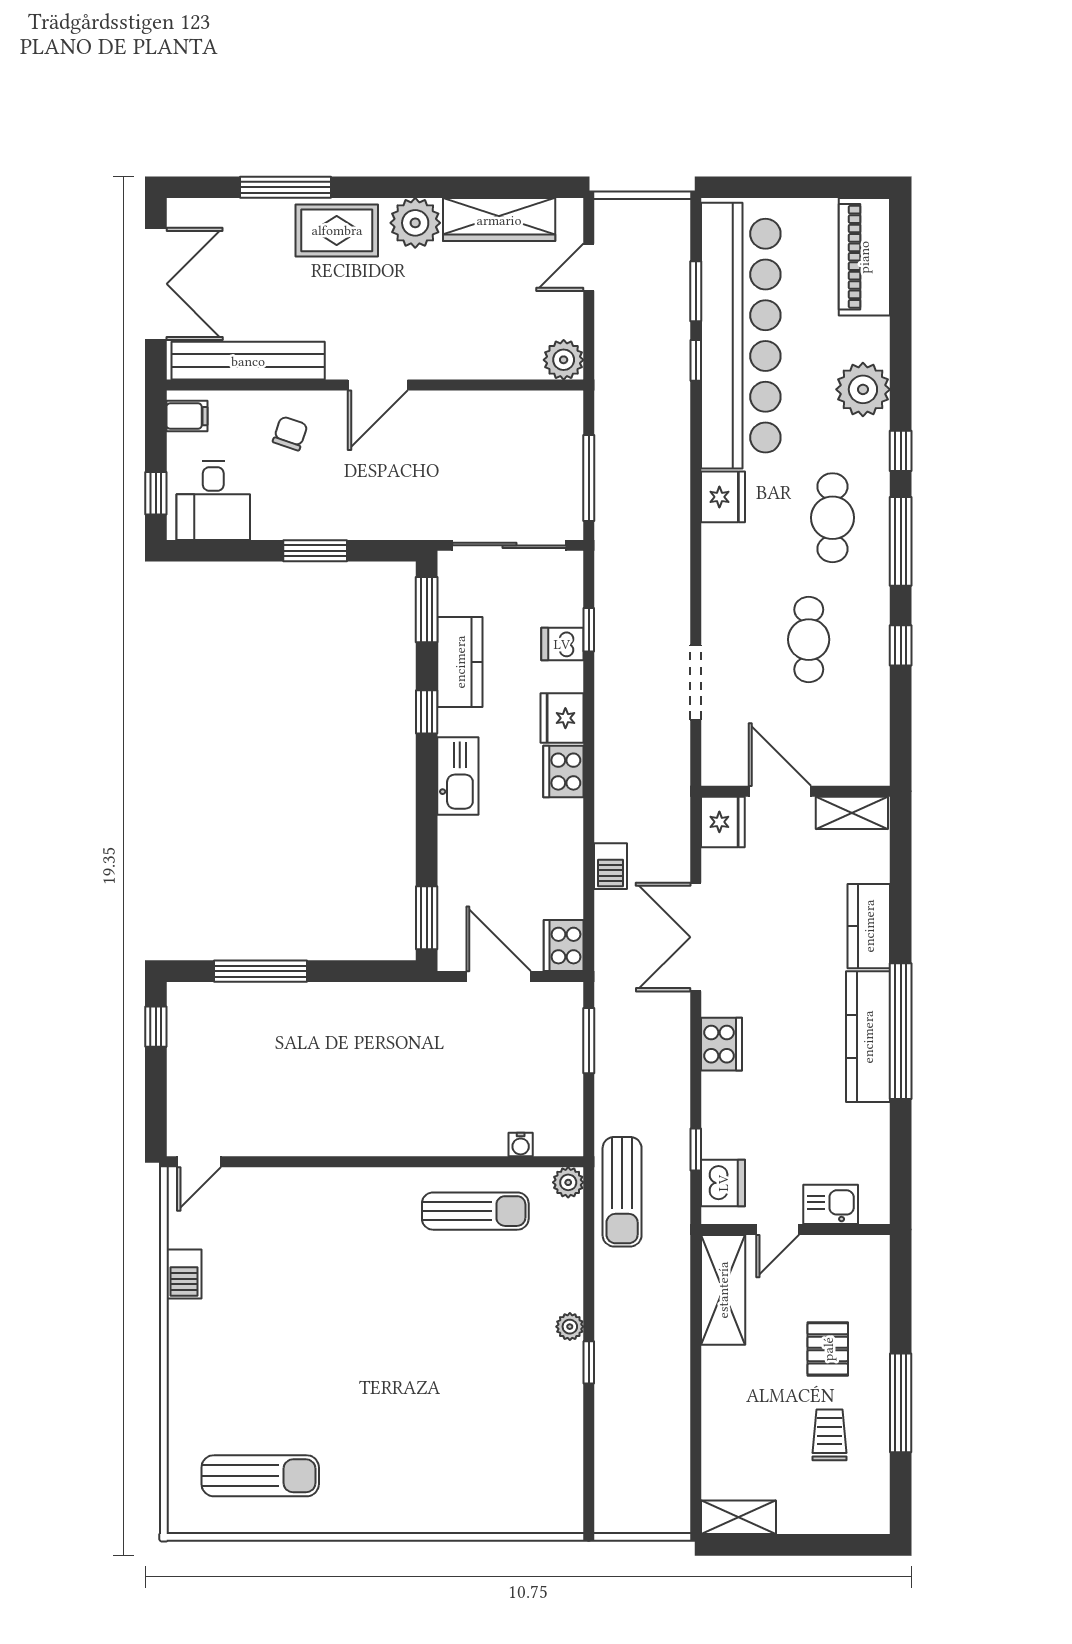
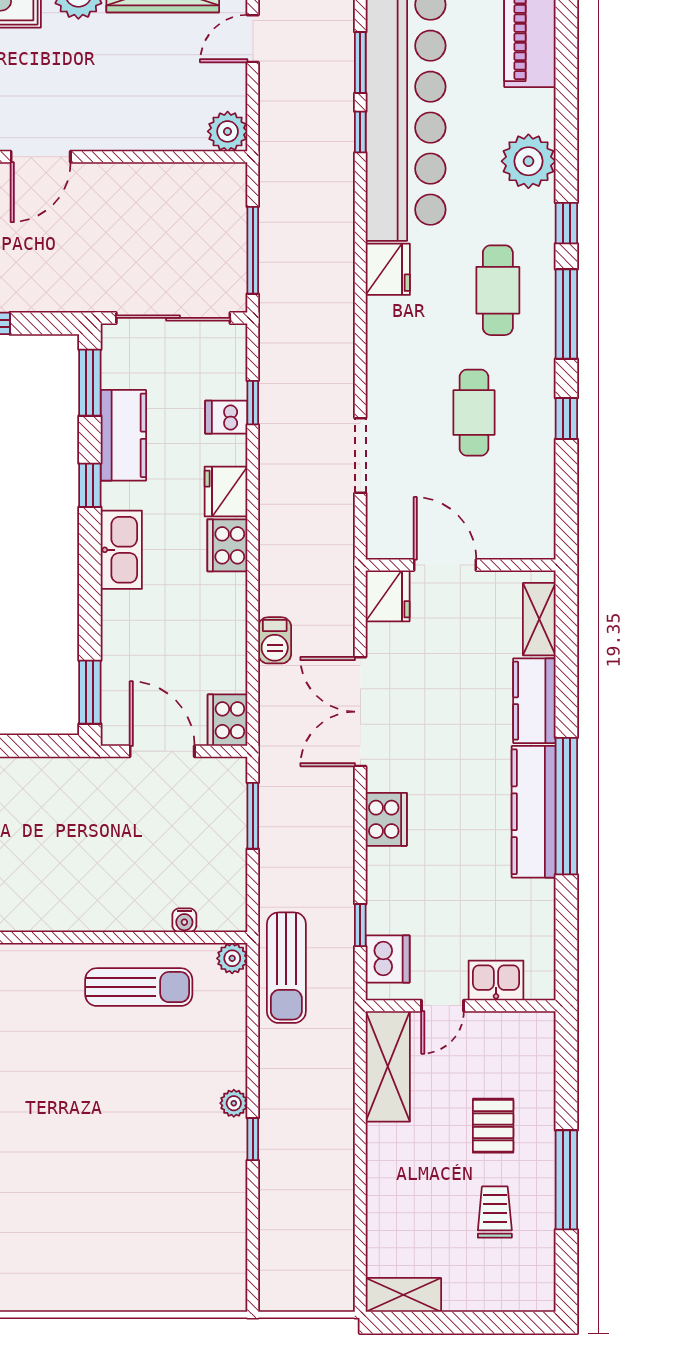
shelving: (852, 813) -> (539, 619), moved, turned 90

